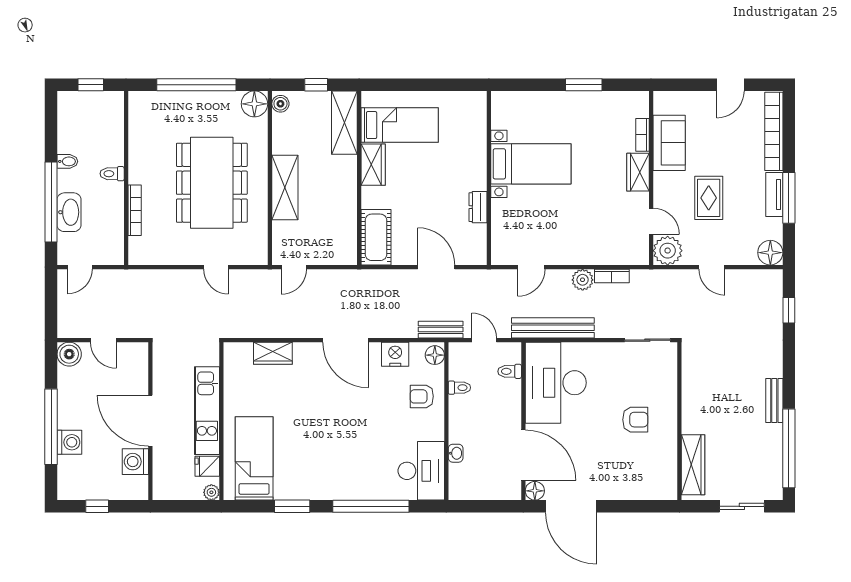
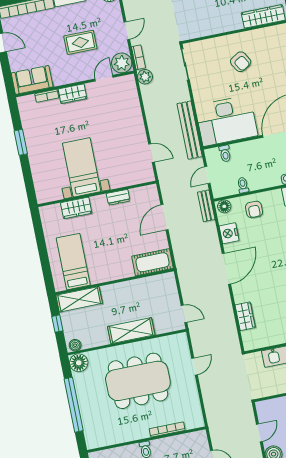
sofa: (669, 143) -> (32, 80), moved
wardrobe: (373, 165) -> (76, 208), moved, turned 180
bookcase: (612, 276) -> (138, 57), moved
plant: (583, 280) -> (145, 77), moved
armchair: (635, 420) -> (241, 62), turned 149

